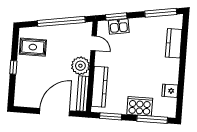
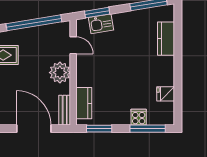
kitchen counter: (100, 87) -> (84, 103), width x0.67
bench: (83, 94) -> (65, 110), width x0.73
cooker: (140, 106) -> (139, 117), width x0.53, depth x0.76
door: (55, 112) -> (34, 129), hinge flipped

